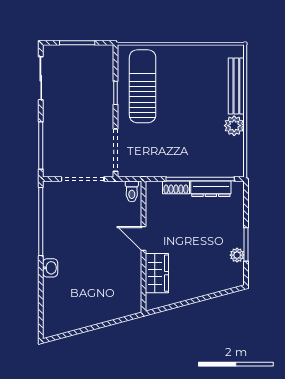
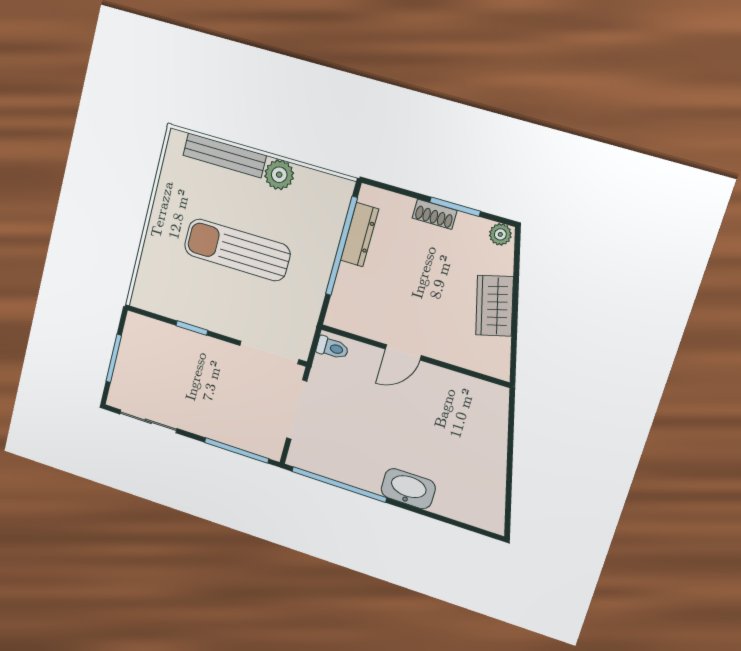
sun lounger: (143, 86) -> (237, 250), moved
shoe rack: (176, 187) -> (435, 214), moved, turned 90
plant: (237, 255) -> (500, 234), moved
washbasin: (50, 268) -> (408, 489), width x1.91, depth x1.45
wardrobe: (157, 273) -> (494, 306), moved, turned -105

